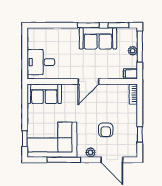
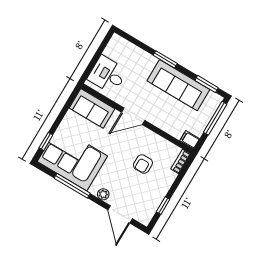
window: (88, 25) -> (165, 59), moved
sofa: (98, 38) -> (178, 85), width x1.36
plant: (133, 51) -> (206, 118), removed
door: (88, 82) -> (133, 116), moved
armchair: (106, 130) -> (143, 164), moved

